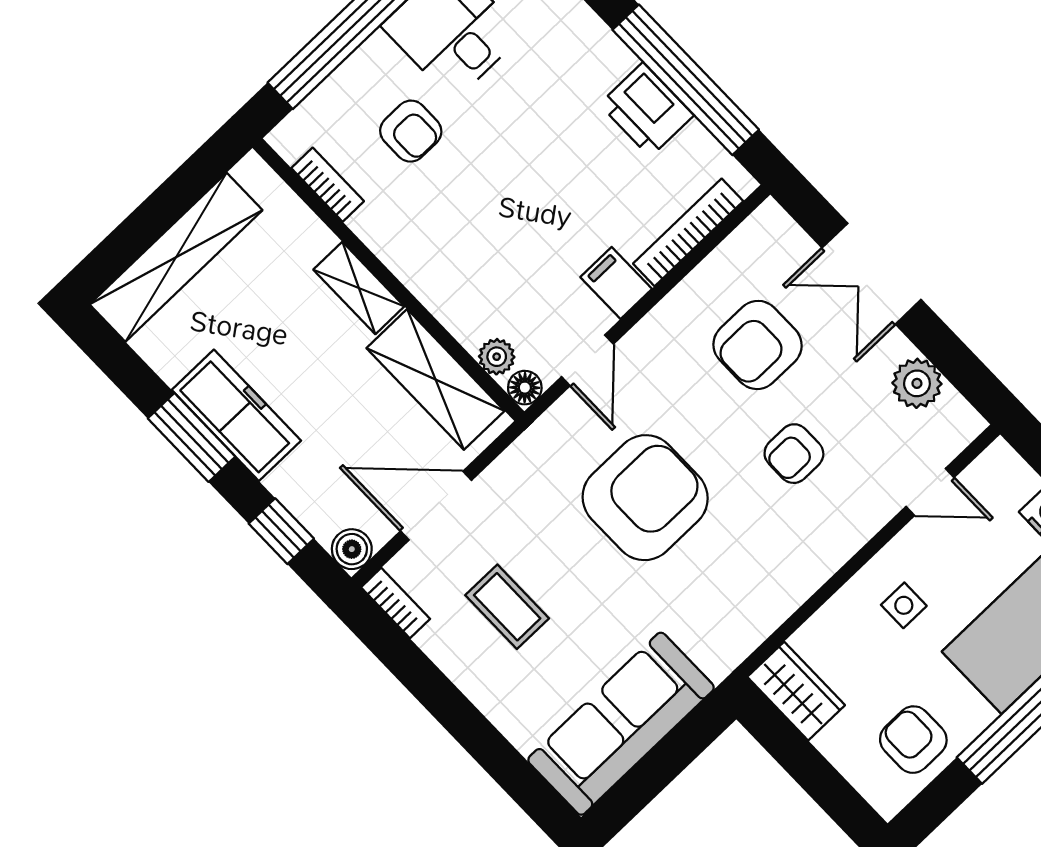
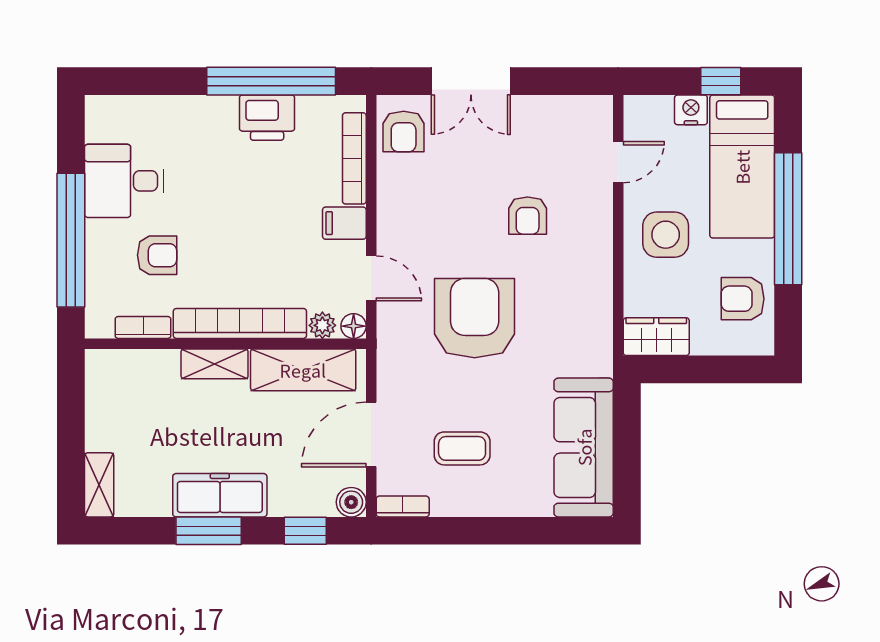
shelving: (176, 257) -> (99, 485), width x0.45, depth x0.75
bookcase: (422, 275) -> (240, 323), added
armchair: (758, 345) -> (404, 132), moved, width x0.72, depth x0.72
plant: (917, 383) -> (553, 113), removed
side table: (904, 605) -> (666, 235), width x1.87, depth x1.87

